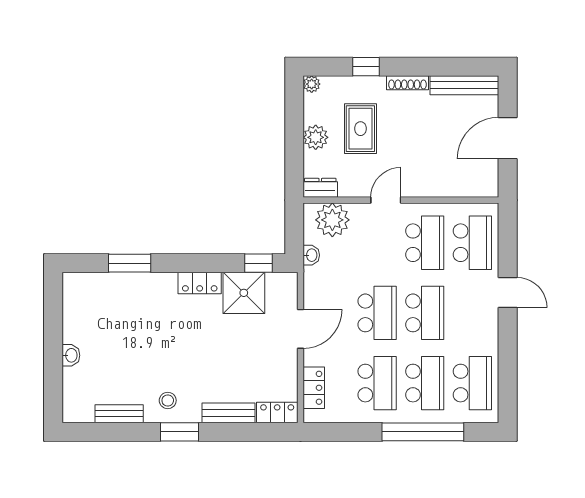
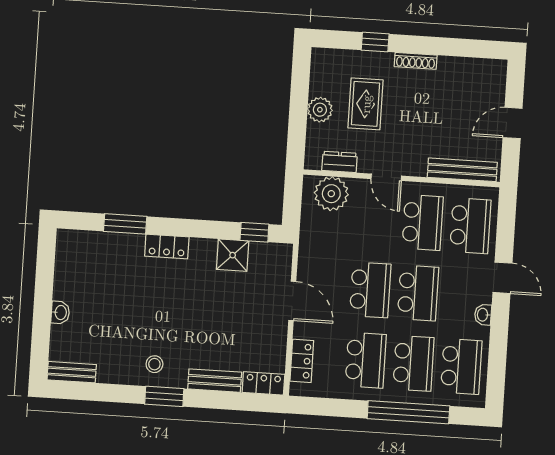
plant: (312, 84) -> (319, 56), removed
bench: (464, 85) -> (462, 170), moved
door: (508, 138) -> (513, 123), width x0.73
dresser: (320, 188) -> (339, 162), moved
door: (386, 200) -> (386, 177), swing flipped
washbasin: (311, 255) -> (483, 315), moved, turned 180
locker: (200, 283) -> (167, 247), moved
shower: (244, 293) -> (233, 255), width x0.73, depth x0.73
door: (300, 329) -> (292, 301), hinge flipped
bench: (119, 414) -> (72, 372), moved

